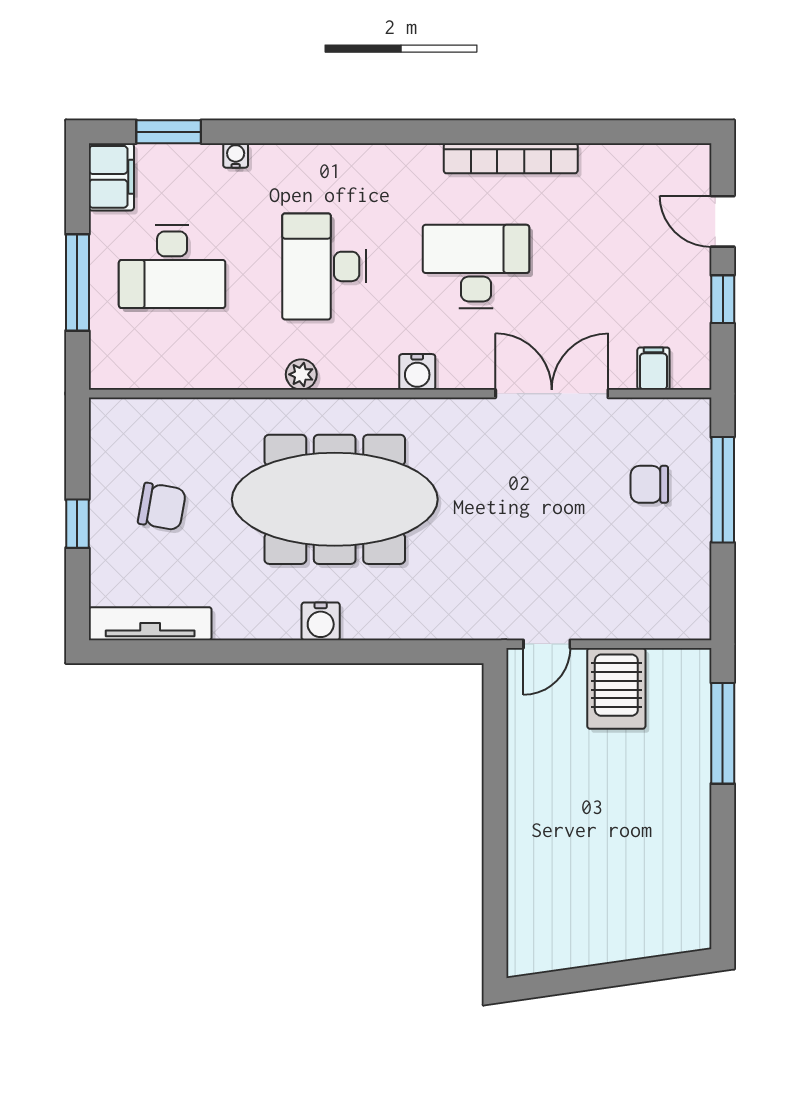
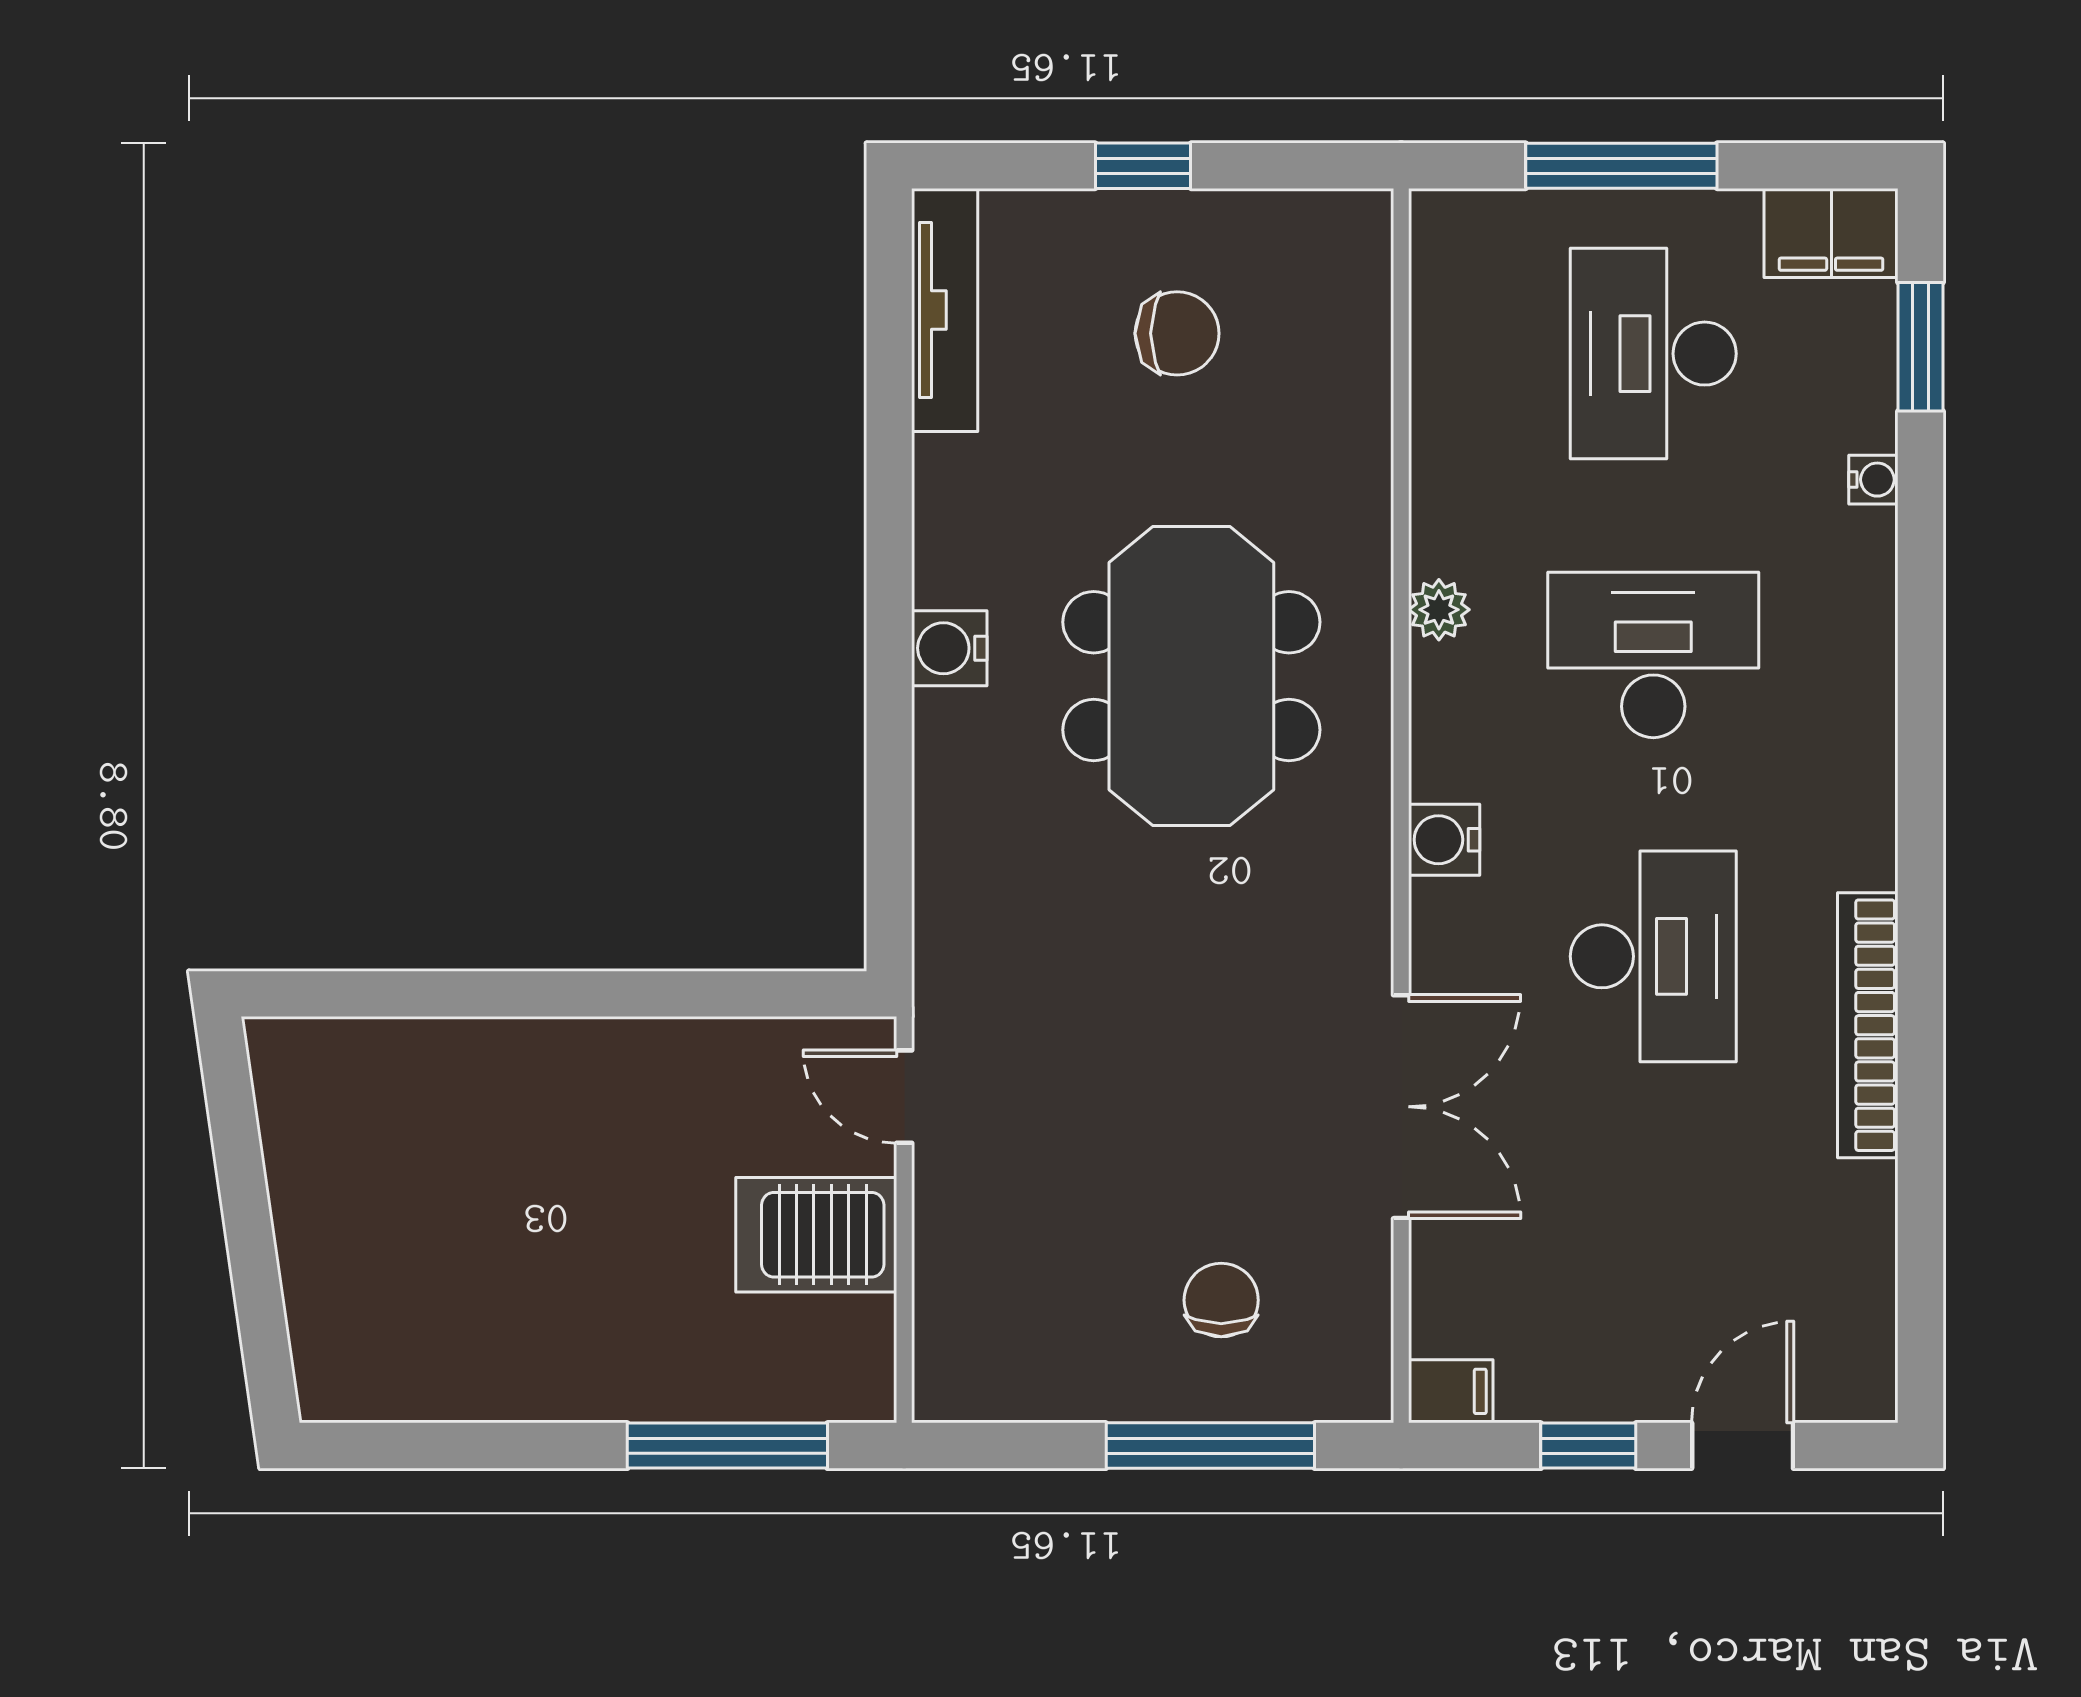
filing cabinet: (653, 369) -> (1451, 1391), moved
meeting table: (335, 499) -> (1191, 676), width x0.73
chair: (162, 507) -> (1177, 333), turned -100

